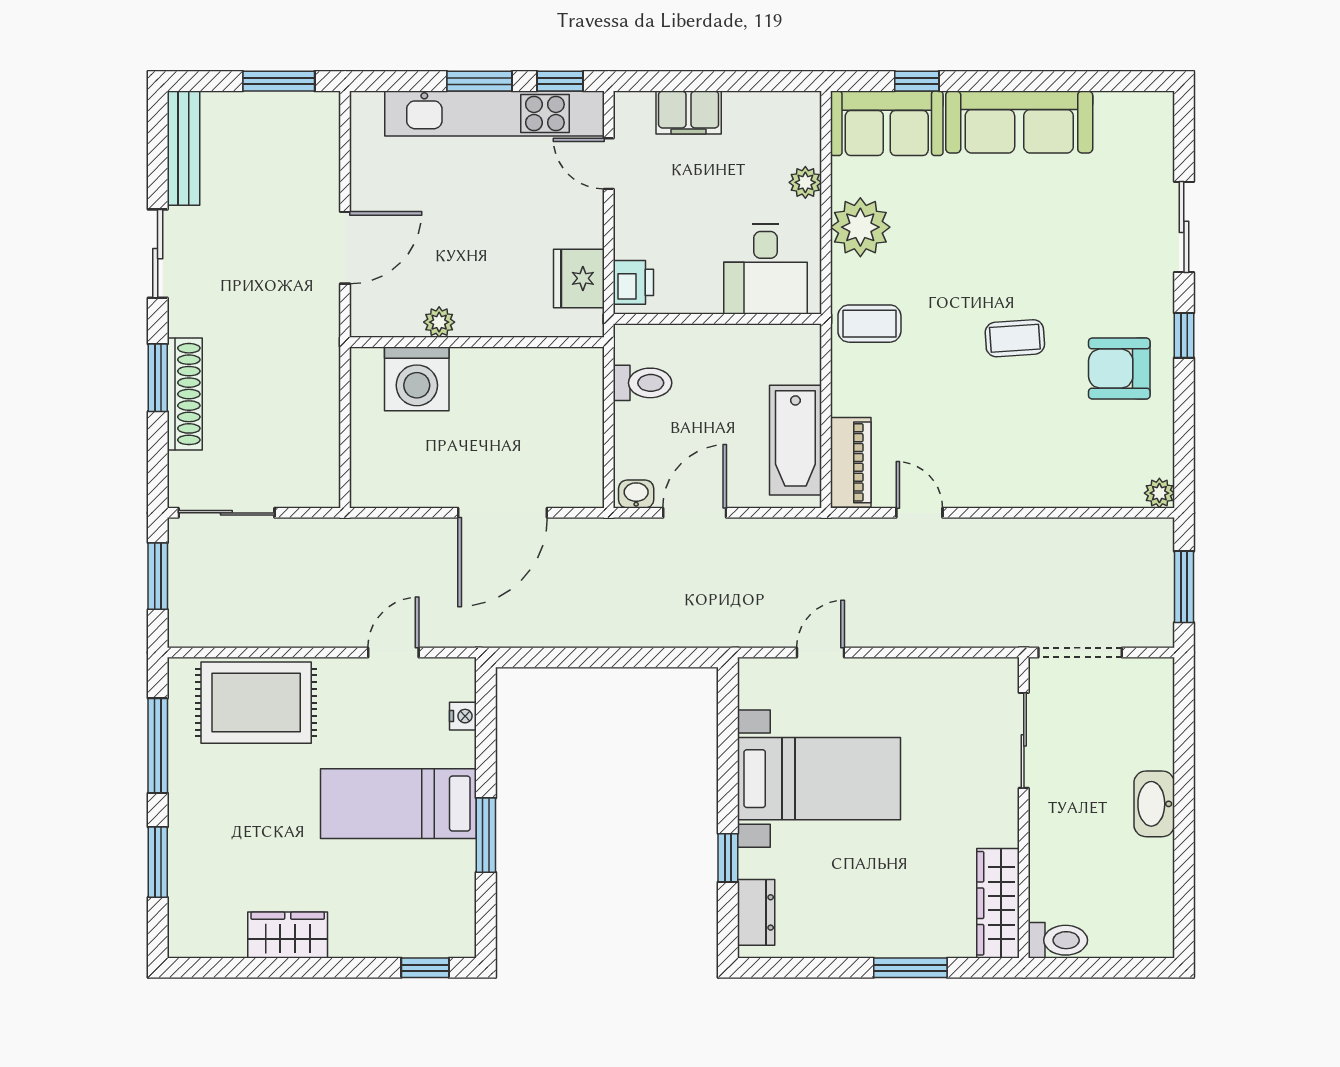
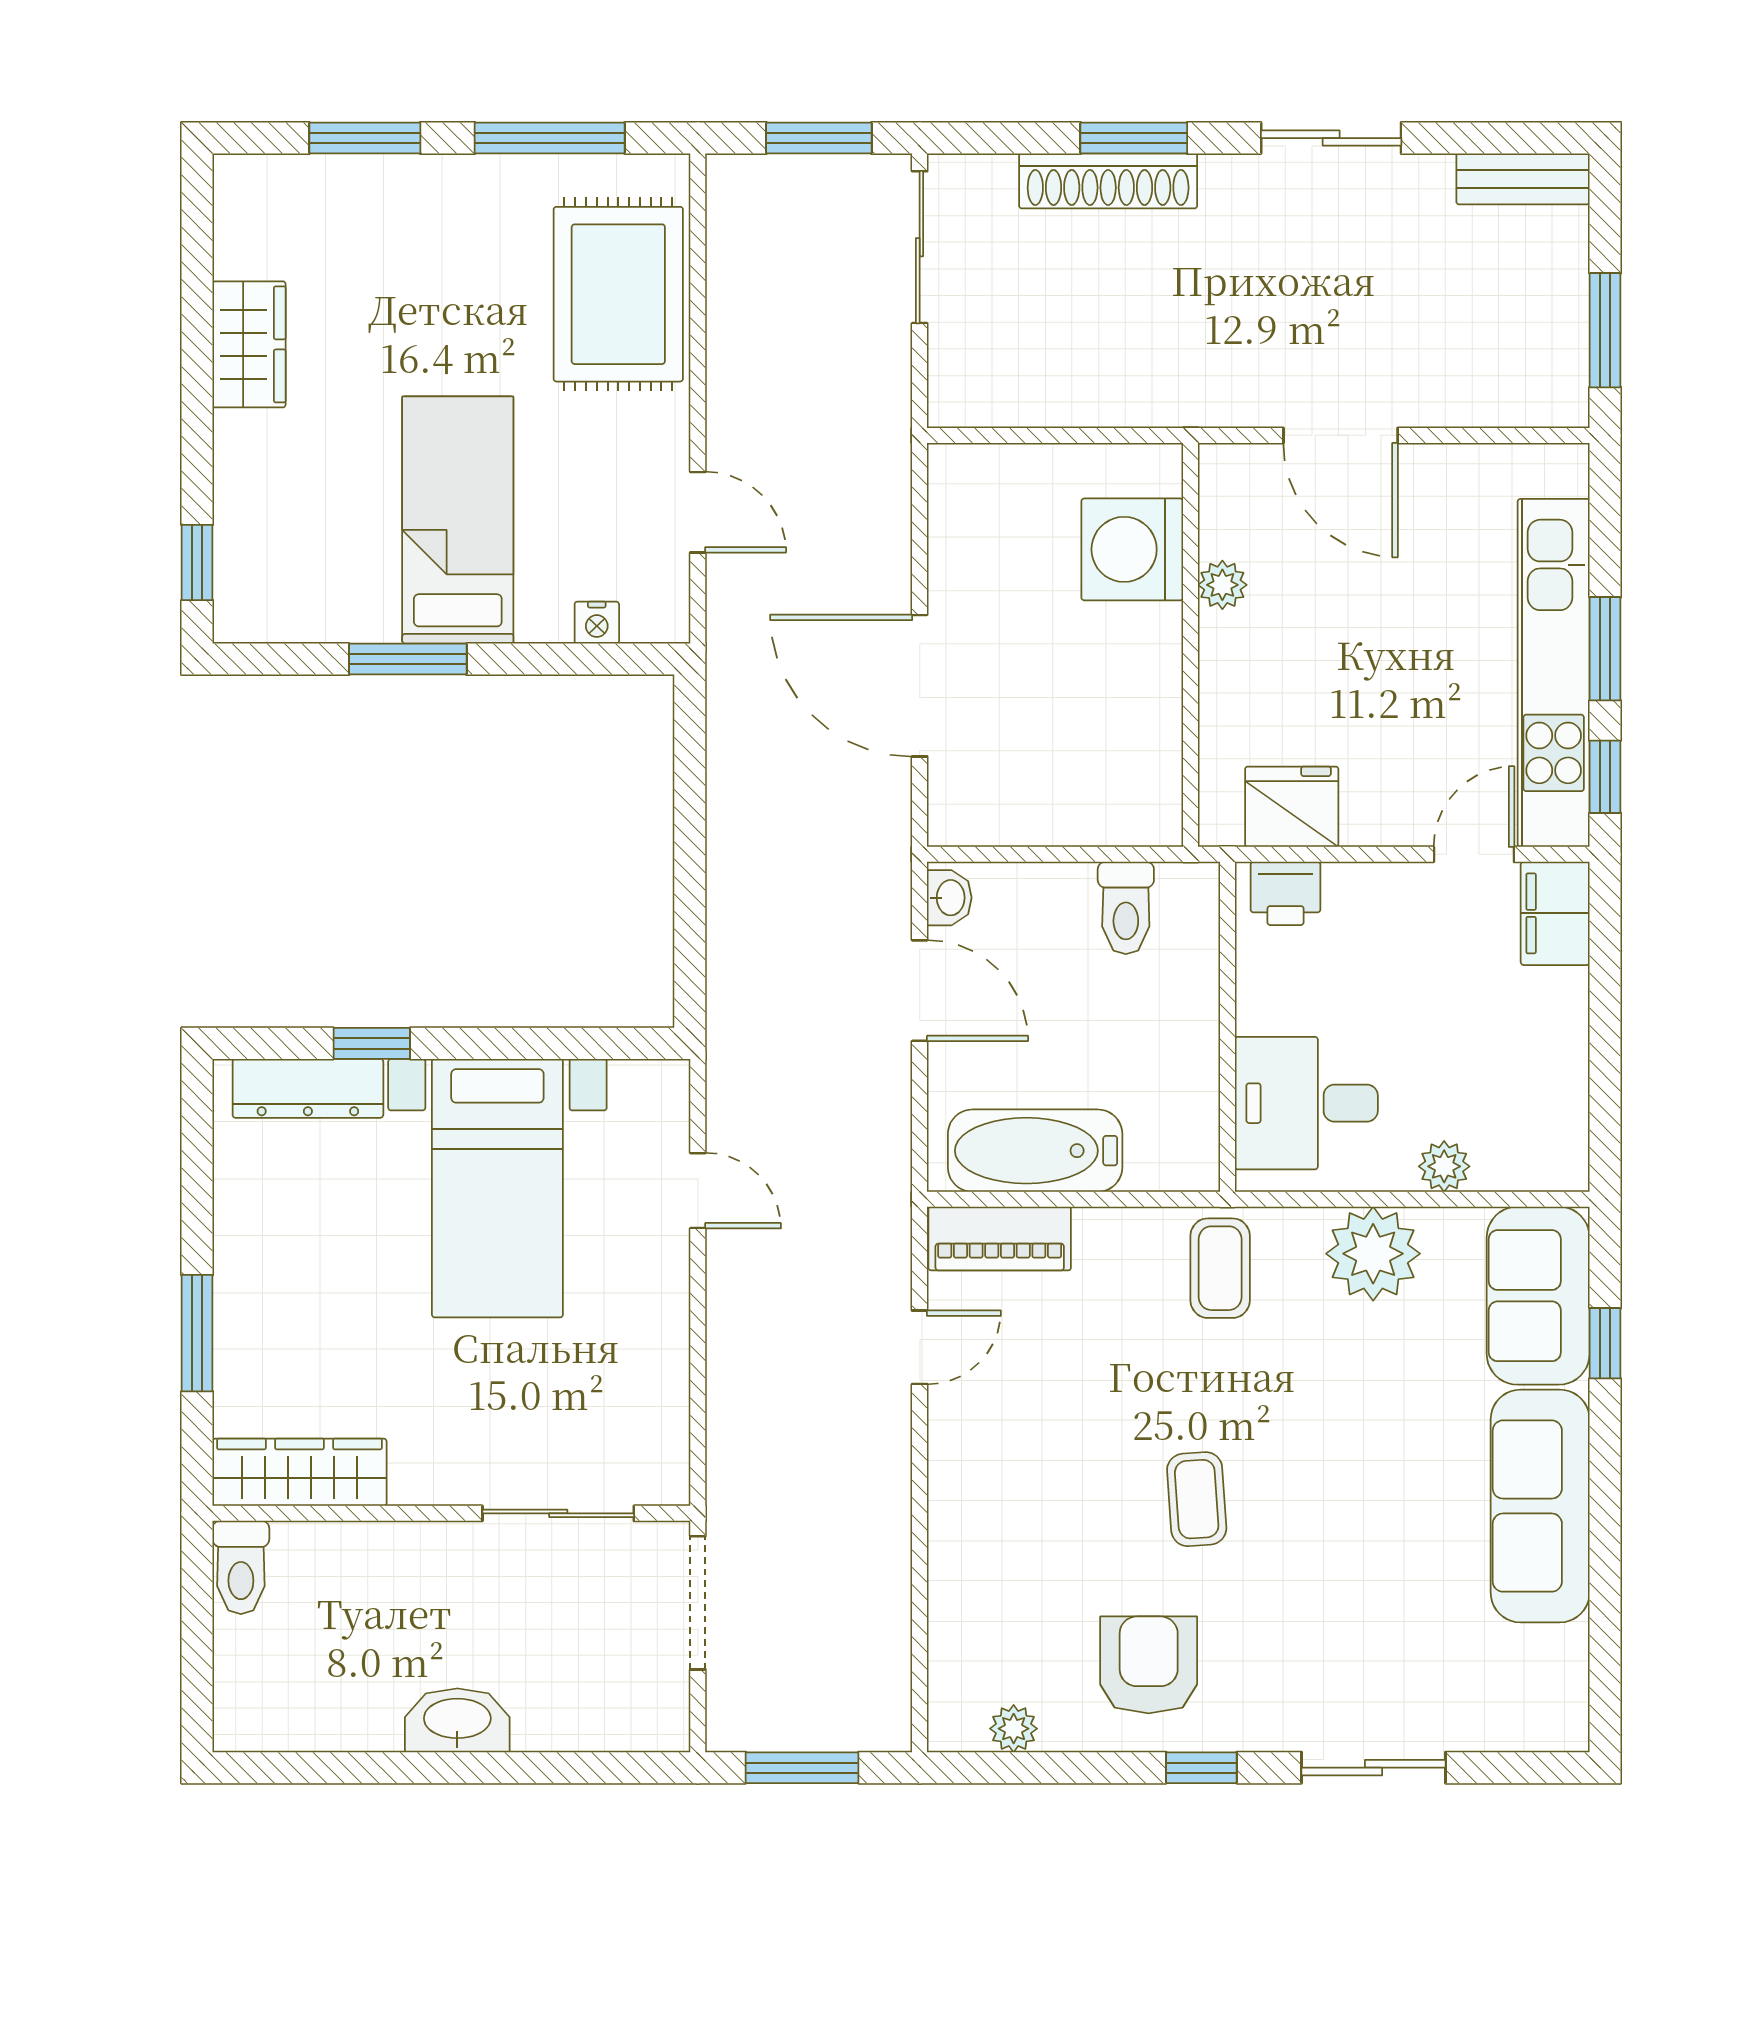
filing cabinet: (689, 113) -> (1555, 913), moved
bench: (183, 148) -> (1523, 179), width x0.73
plant: (1159, 493) -> (1014, 1729), moved
dresser: (756, 912) -> (308, 1088), width x1.44

